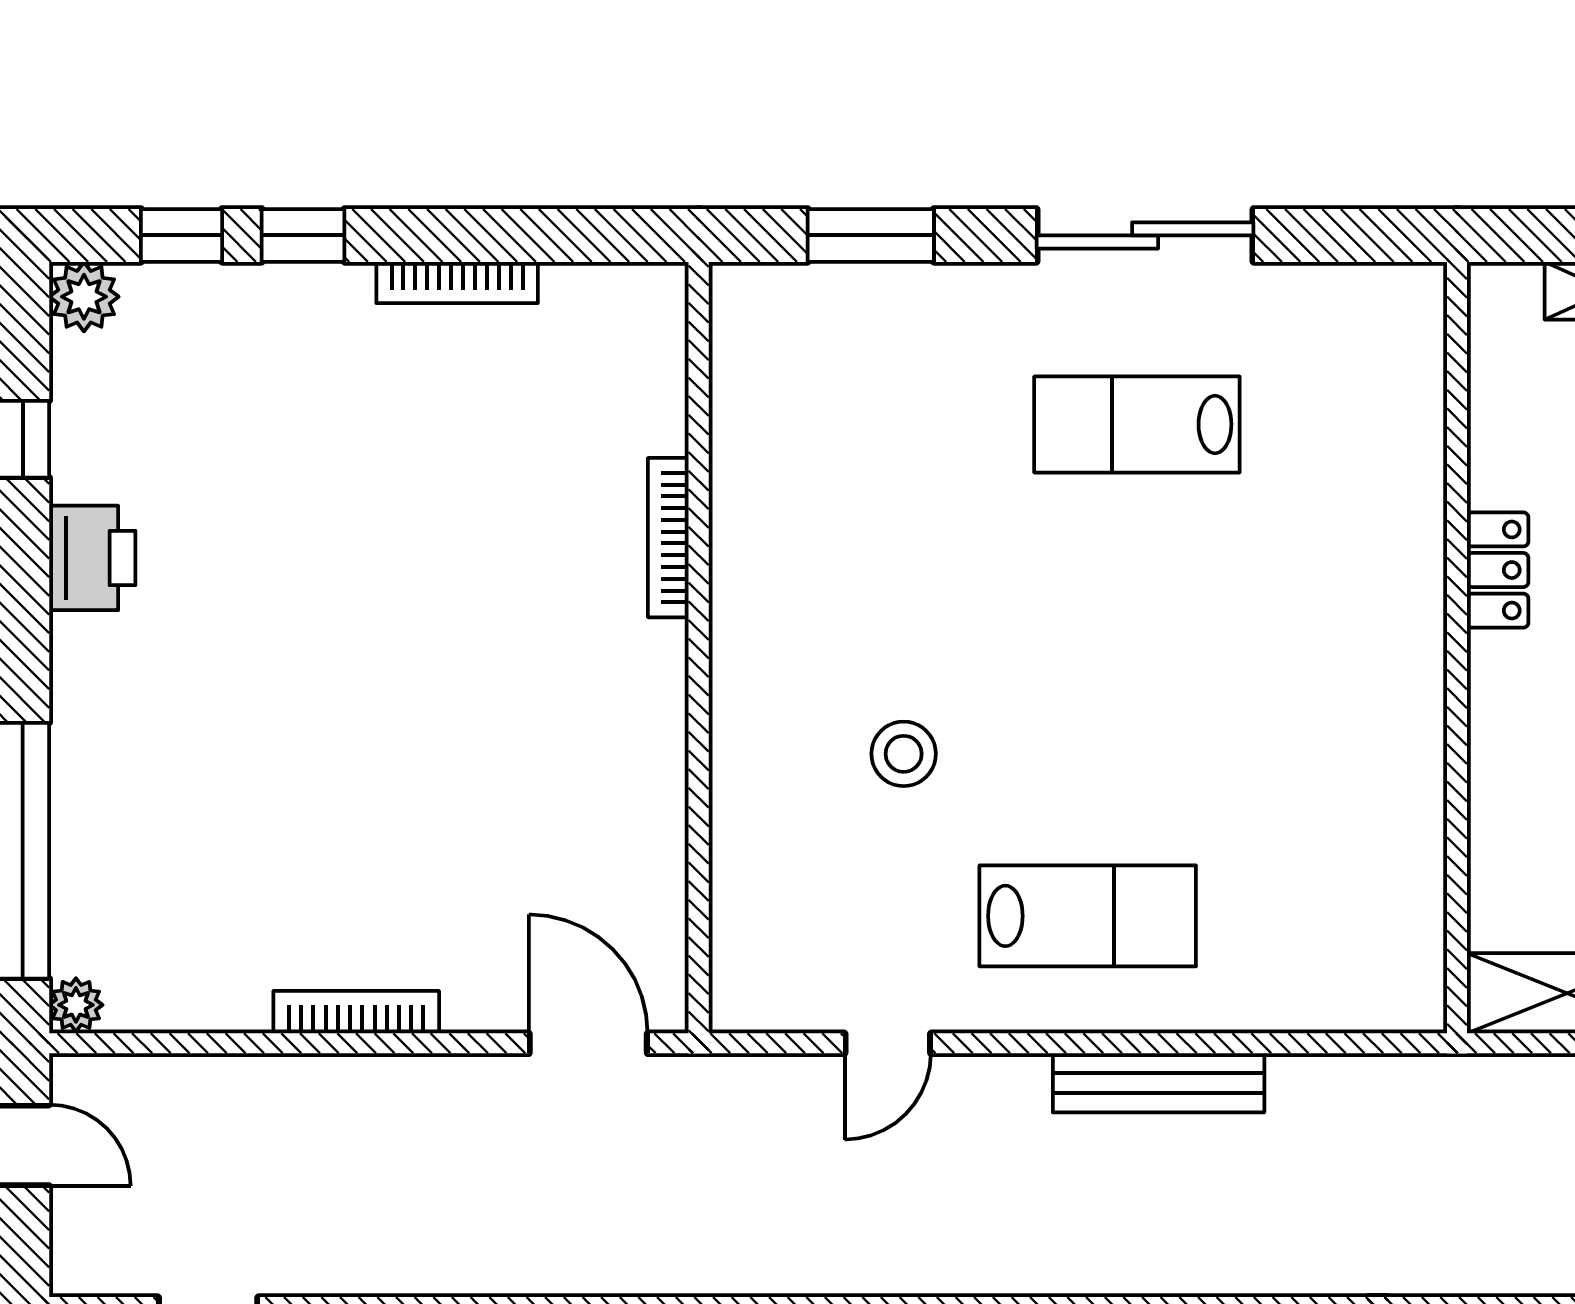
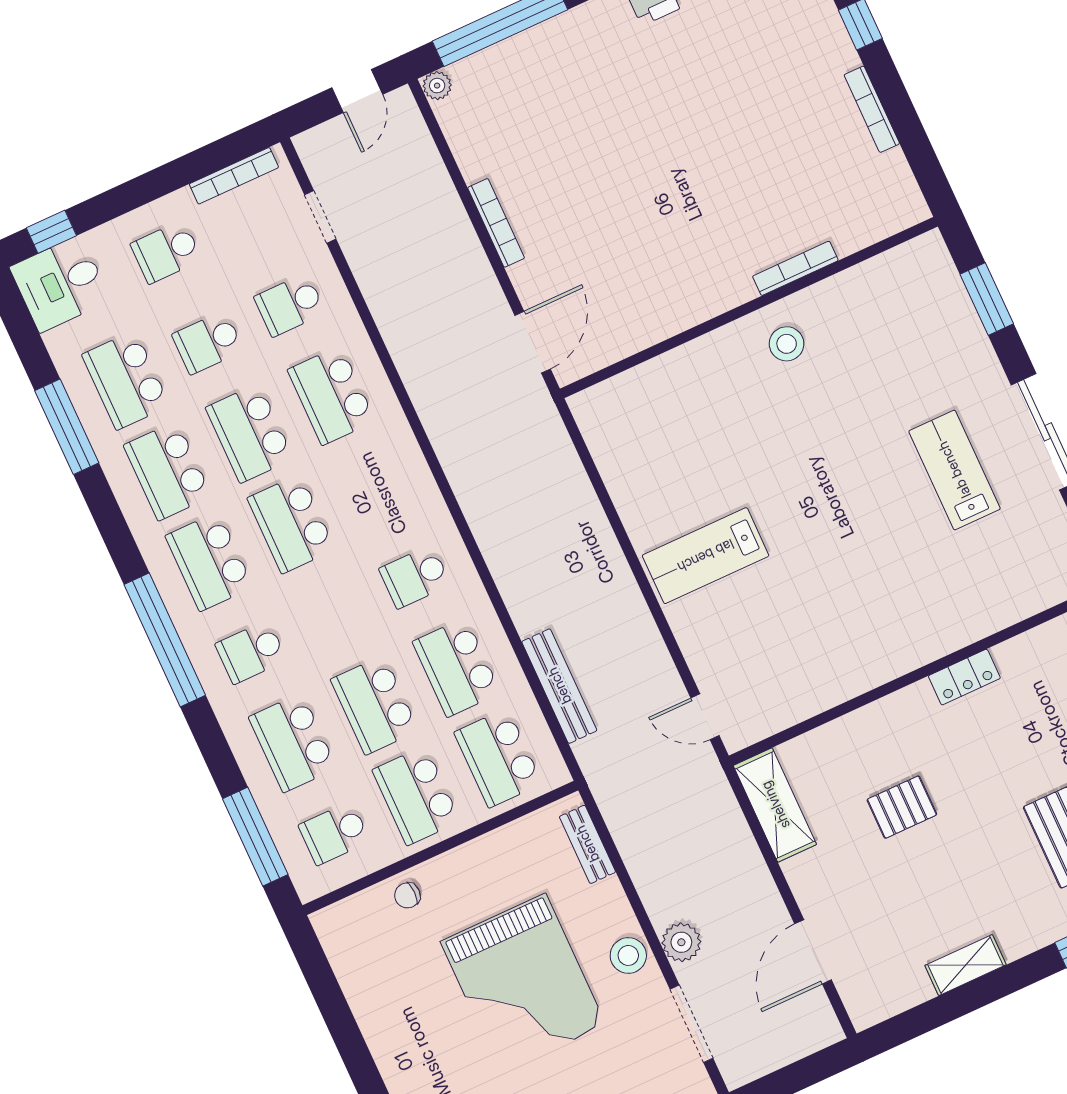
stool: (904, 754) -> (787, 344), moved
lab bench: (1088, 916) -> (706, 556), turned 90
door: (888, 1043) -> (705, 717), moved
bench: (1159, 1083) -> (559, 686), moved

